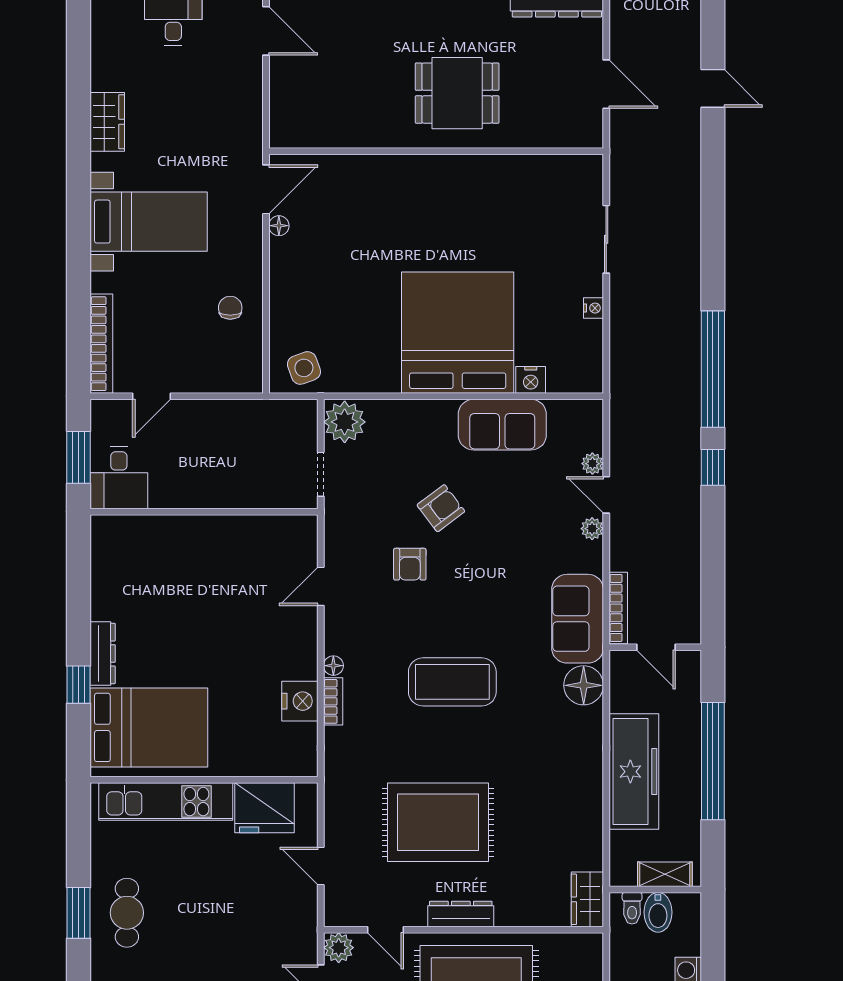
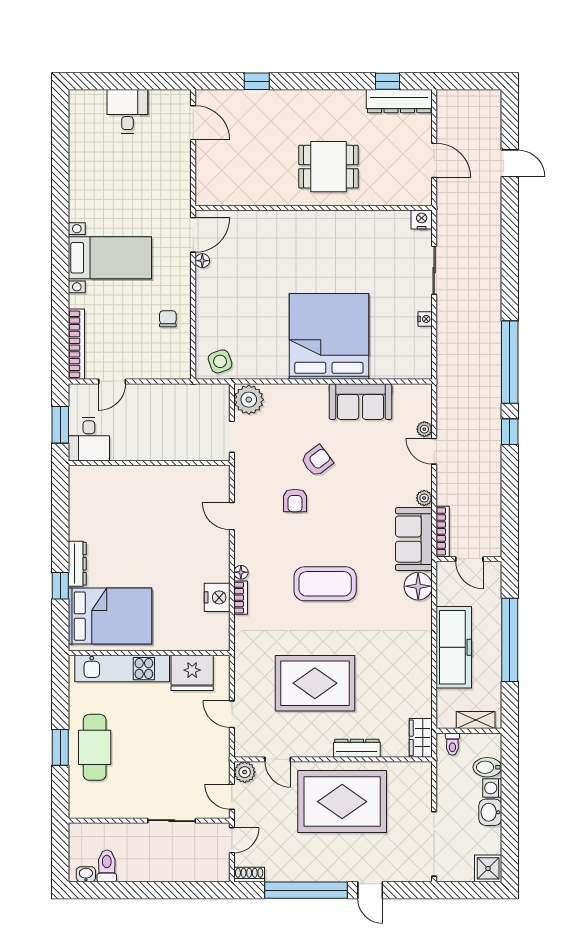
wardrobe: (107, 122) -> (81, 187), removed
nightstand: (531, 380) -> (422, 220), moved, turned 180
plant: (592, 529) -> (424, 498), moved
door: (321, 586) -> (232, 516), hinge flipped
bidet: (658, 912) -> (487, 767), moved, turned 90
cafe table: (127, 913) -> (95, 747), width x1.37, depth x1.35
dresser: (461, 914) -> (357, 748), moved

